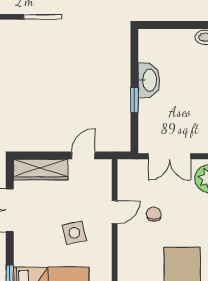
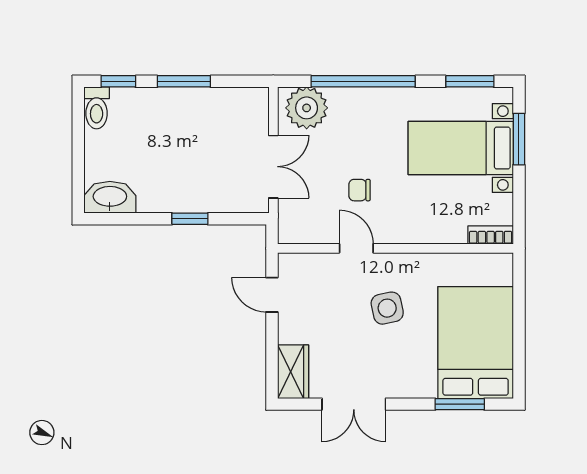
washbasin: (149, 80) -> (110, 197), moved
wardrobe: (41, 170) -> (293, 372), width x0.67

